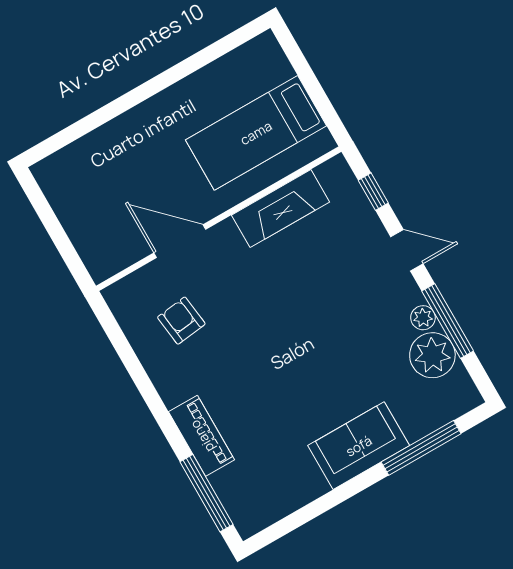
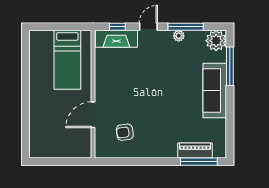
fireplace: (281, 209) -> (116, 39), moved, turned 90
plant: (432, 355) -> (216, 41), moved
piano: (202, 436) -> (195, 151), moved
sofa: (359, 446) -> (215, 90), width x1.36

